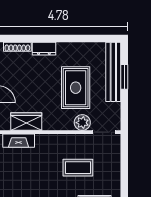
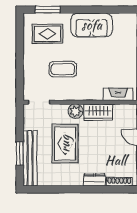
wardrobe: (26, 122) -> (98, 112), moved
plant: (82, 123) -> (76, 111), moved

